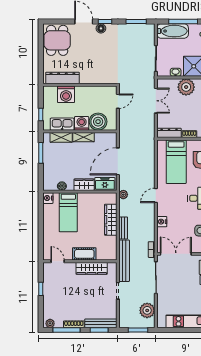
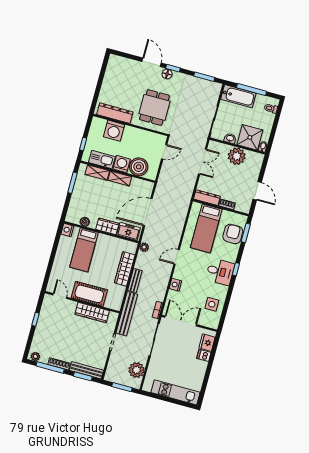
dining table: (57, 40) -> (155, 107), moved
cot: (84, 254) -> (89, 294), width x1.37, depth x1.34

